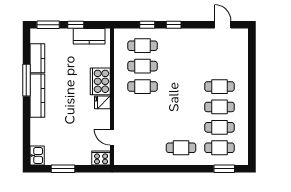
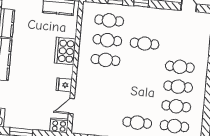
cafe table: (181, 66) -> (145, 44), added
fridge: (102, 102) -> (64, 85), moved
door: (112, 137) -> (71, 106), hinge flipped

